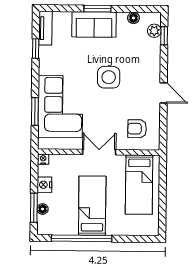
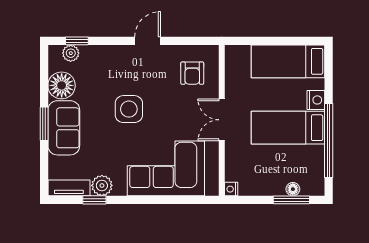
floor lamp: (133, 18) -> (62, 85), width x1.89, depth x1.89
plant: (47, 55) -> (102, 185), added
window: (35, 111) -> (172, 200), removed
nightstand: (44, 185) -> (316, 100), moved, turned -90
bed: (139, 185) -> (288, 61), moved, turned 180

